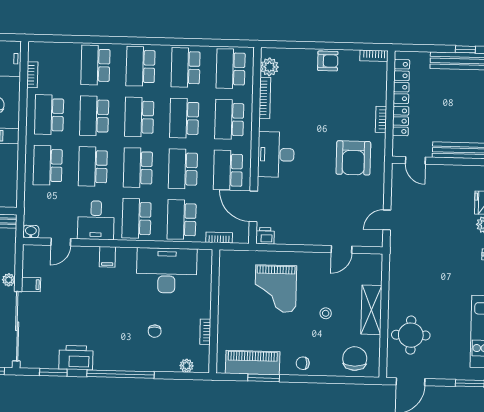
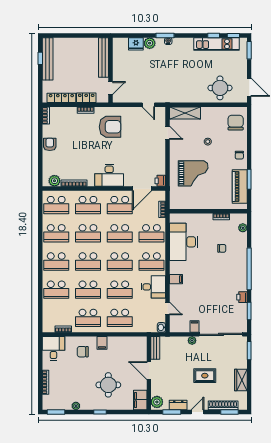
shelving: (371, 310) -> (185, 113), moved
printer: (76, 358) -> (242, 297), width x0.53, depth x0.68
chair: (355, 359) -> (236, 123), turned 90

